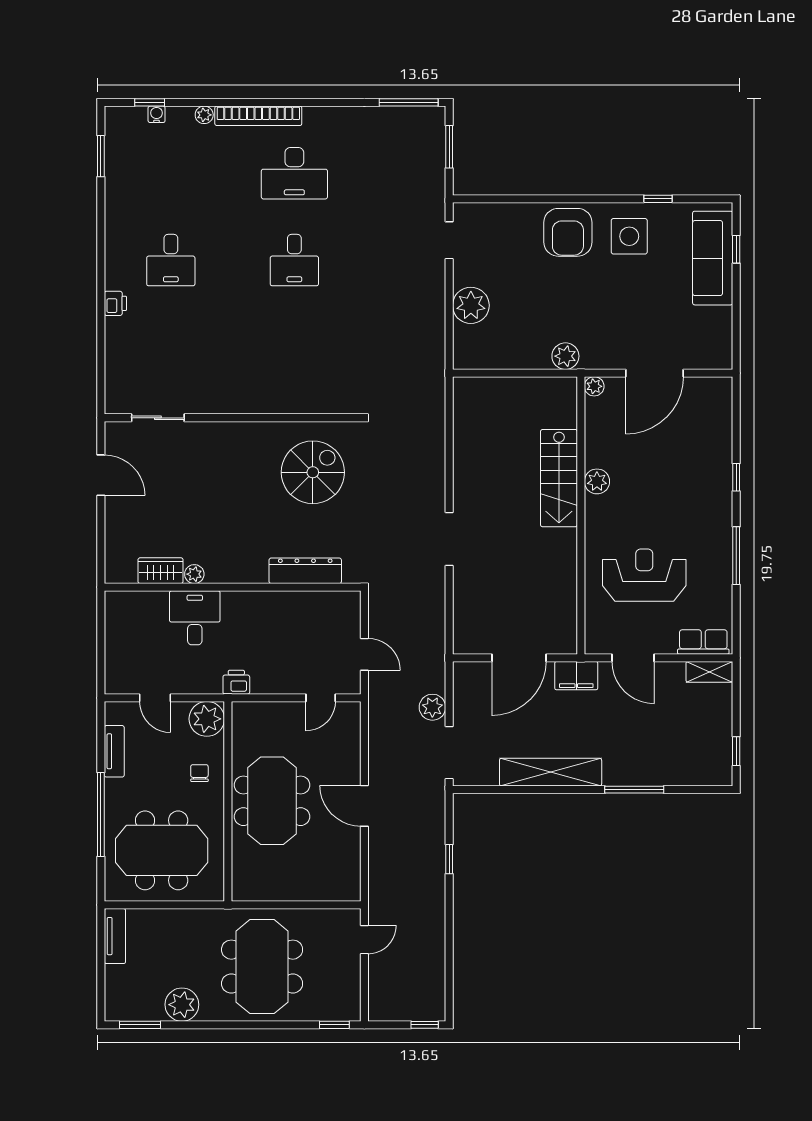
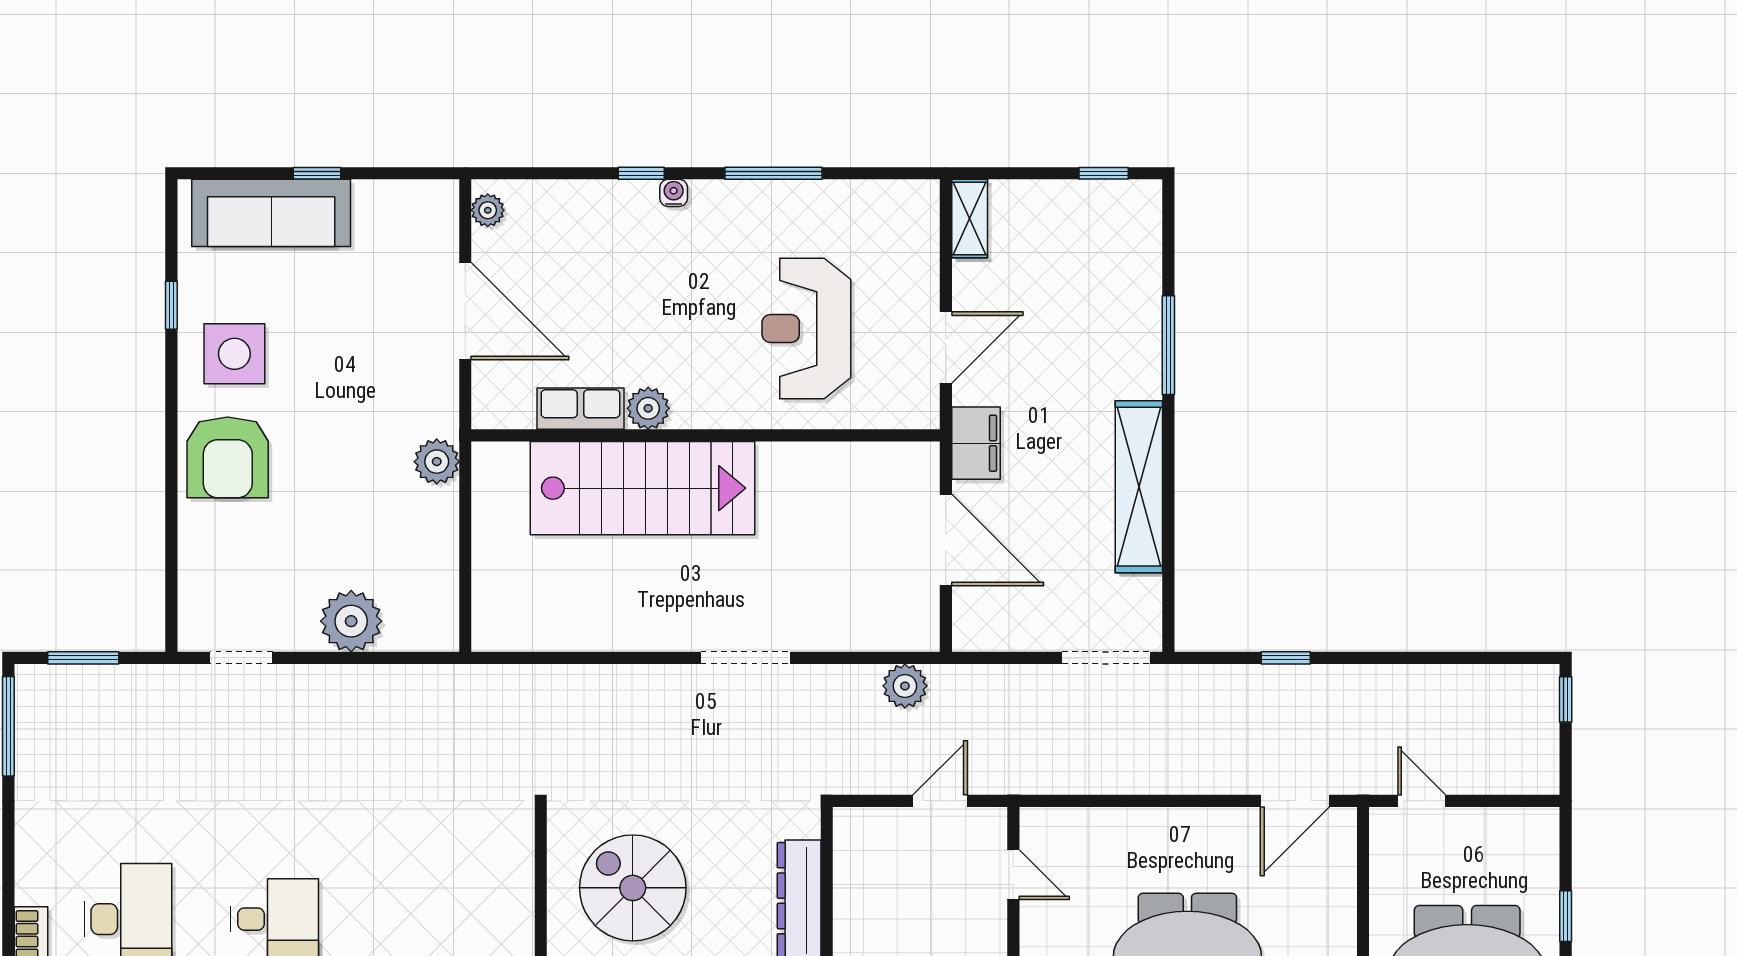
armchair: (568, 232) -> (228, 457), turned 90
window: (736, 249) -> (317, 173), moved
plant: (594, 386) -> (488, 210), moved
stairs: (559, 478) -> (643, 488), width x1.36, depth x1.51
water cooler: (725, 496) -> (674, 193), added
row of seats: (703, 642) -> (580, 409), moved, turned 90
plant: (432, 707) -> (905, 686), moved
door: (364, 806) -> (1295, 801), moved
window: (334, 1025) -> (1566, 916), moved

